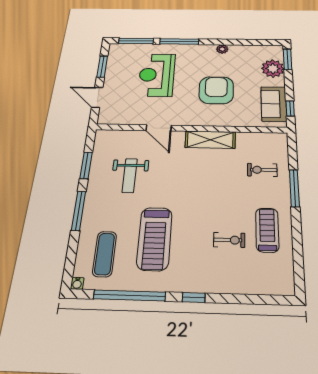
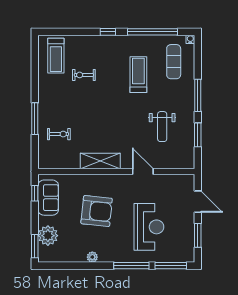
armchair: (216, 90) -> (97, 211), turned -84
weight bench: (130, 175) -> (162, 127), turned 180
treadmill: (267, 230) -> (56, 56), moved
treadmill: (155, 238) -> (138, 75), width x0.73, depth x0.73

